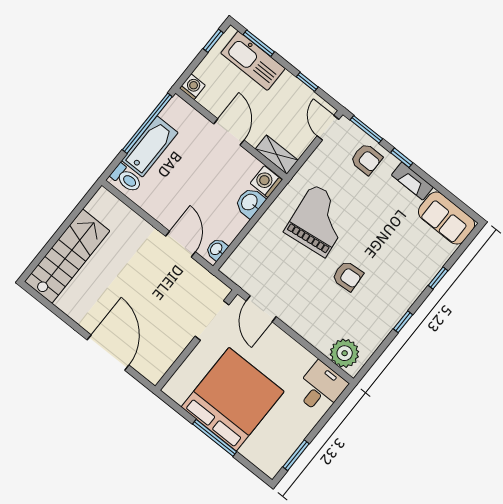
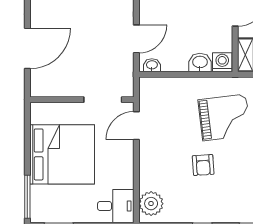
window: (215, 438) -> (27, 197), moved

